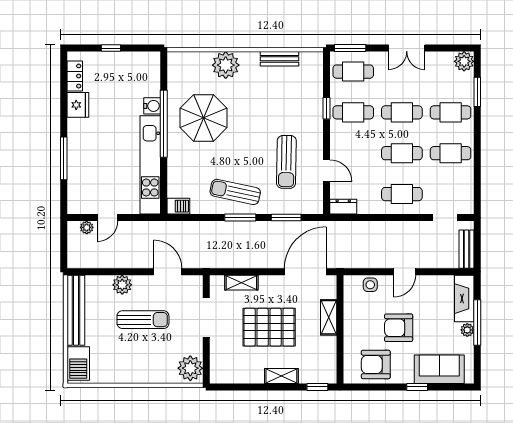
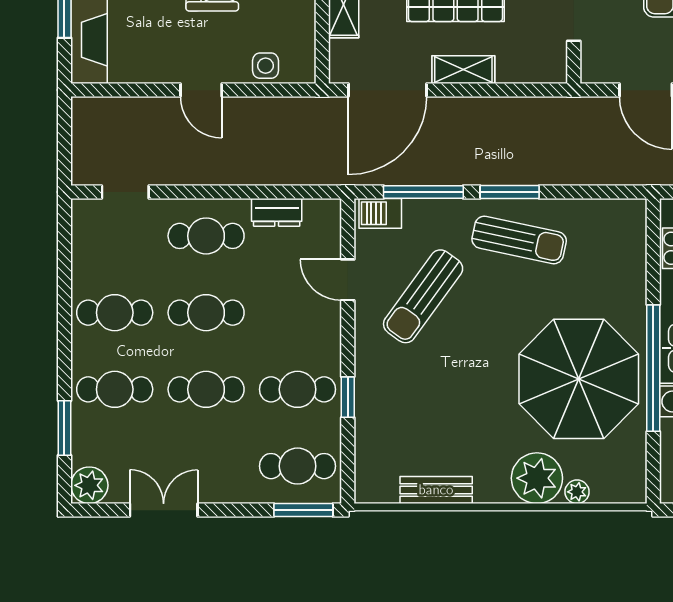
double door: (407, 48) -> (164, 510), moved
plant: (204, 58) -> (577, 492), added
parasol: (203, 118) -> (579, 379), width x1.36, depth x1.36
sun lounger: (286, 162) -> (423, 296), turned -145
barbecue: (178, 206) -> (380, 213), moved
dresser: (343, 207) -> (277, 212), moved
window: (286, 218) -> (423, 192), width x1.44
bench: (467, 249) -> (85, 133), removed
door: (405, 272) -> (201, 90), swing flipped
shelving: (241, 283) -> (463, 70), moved

